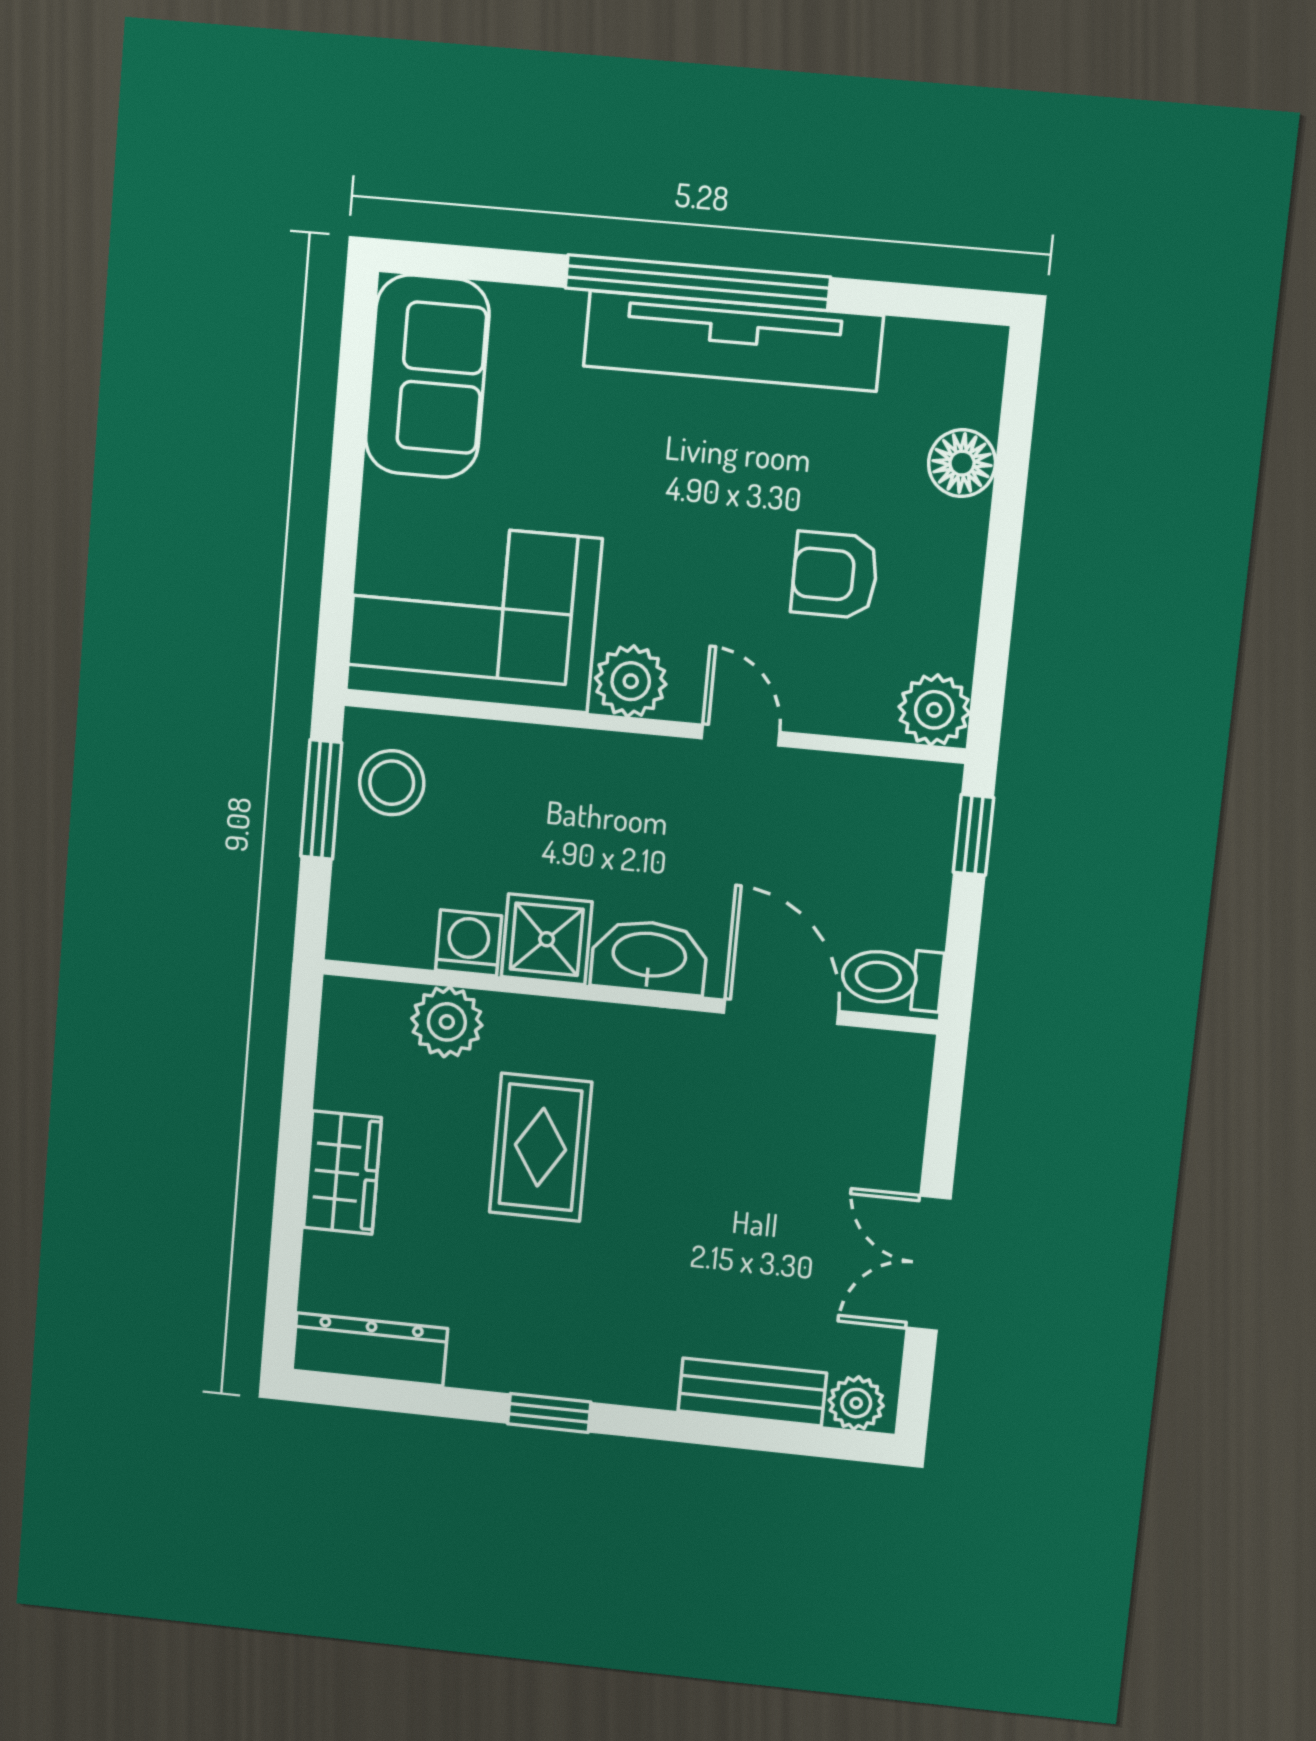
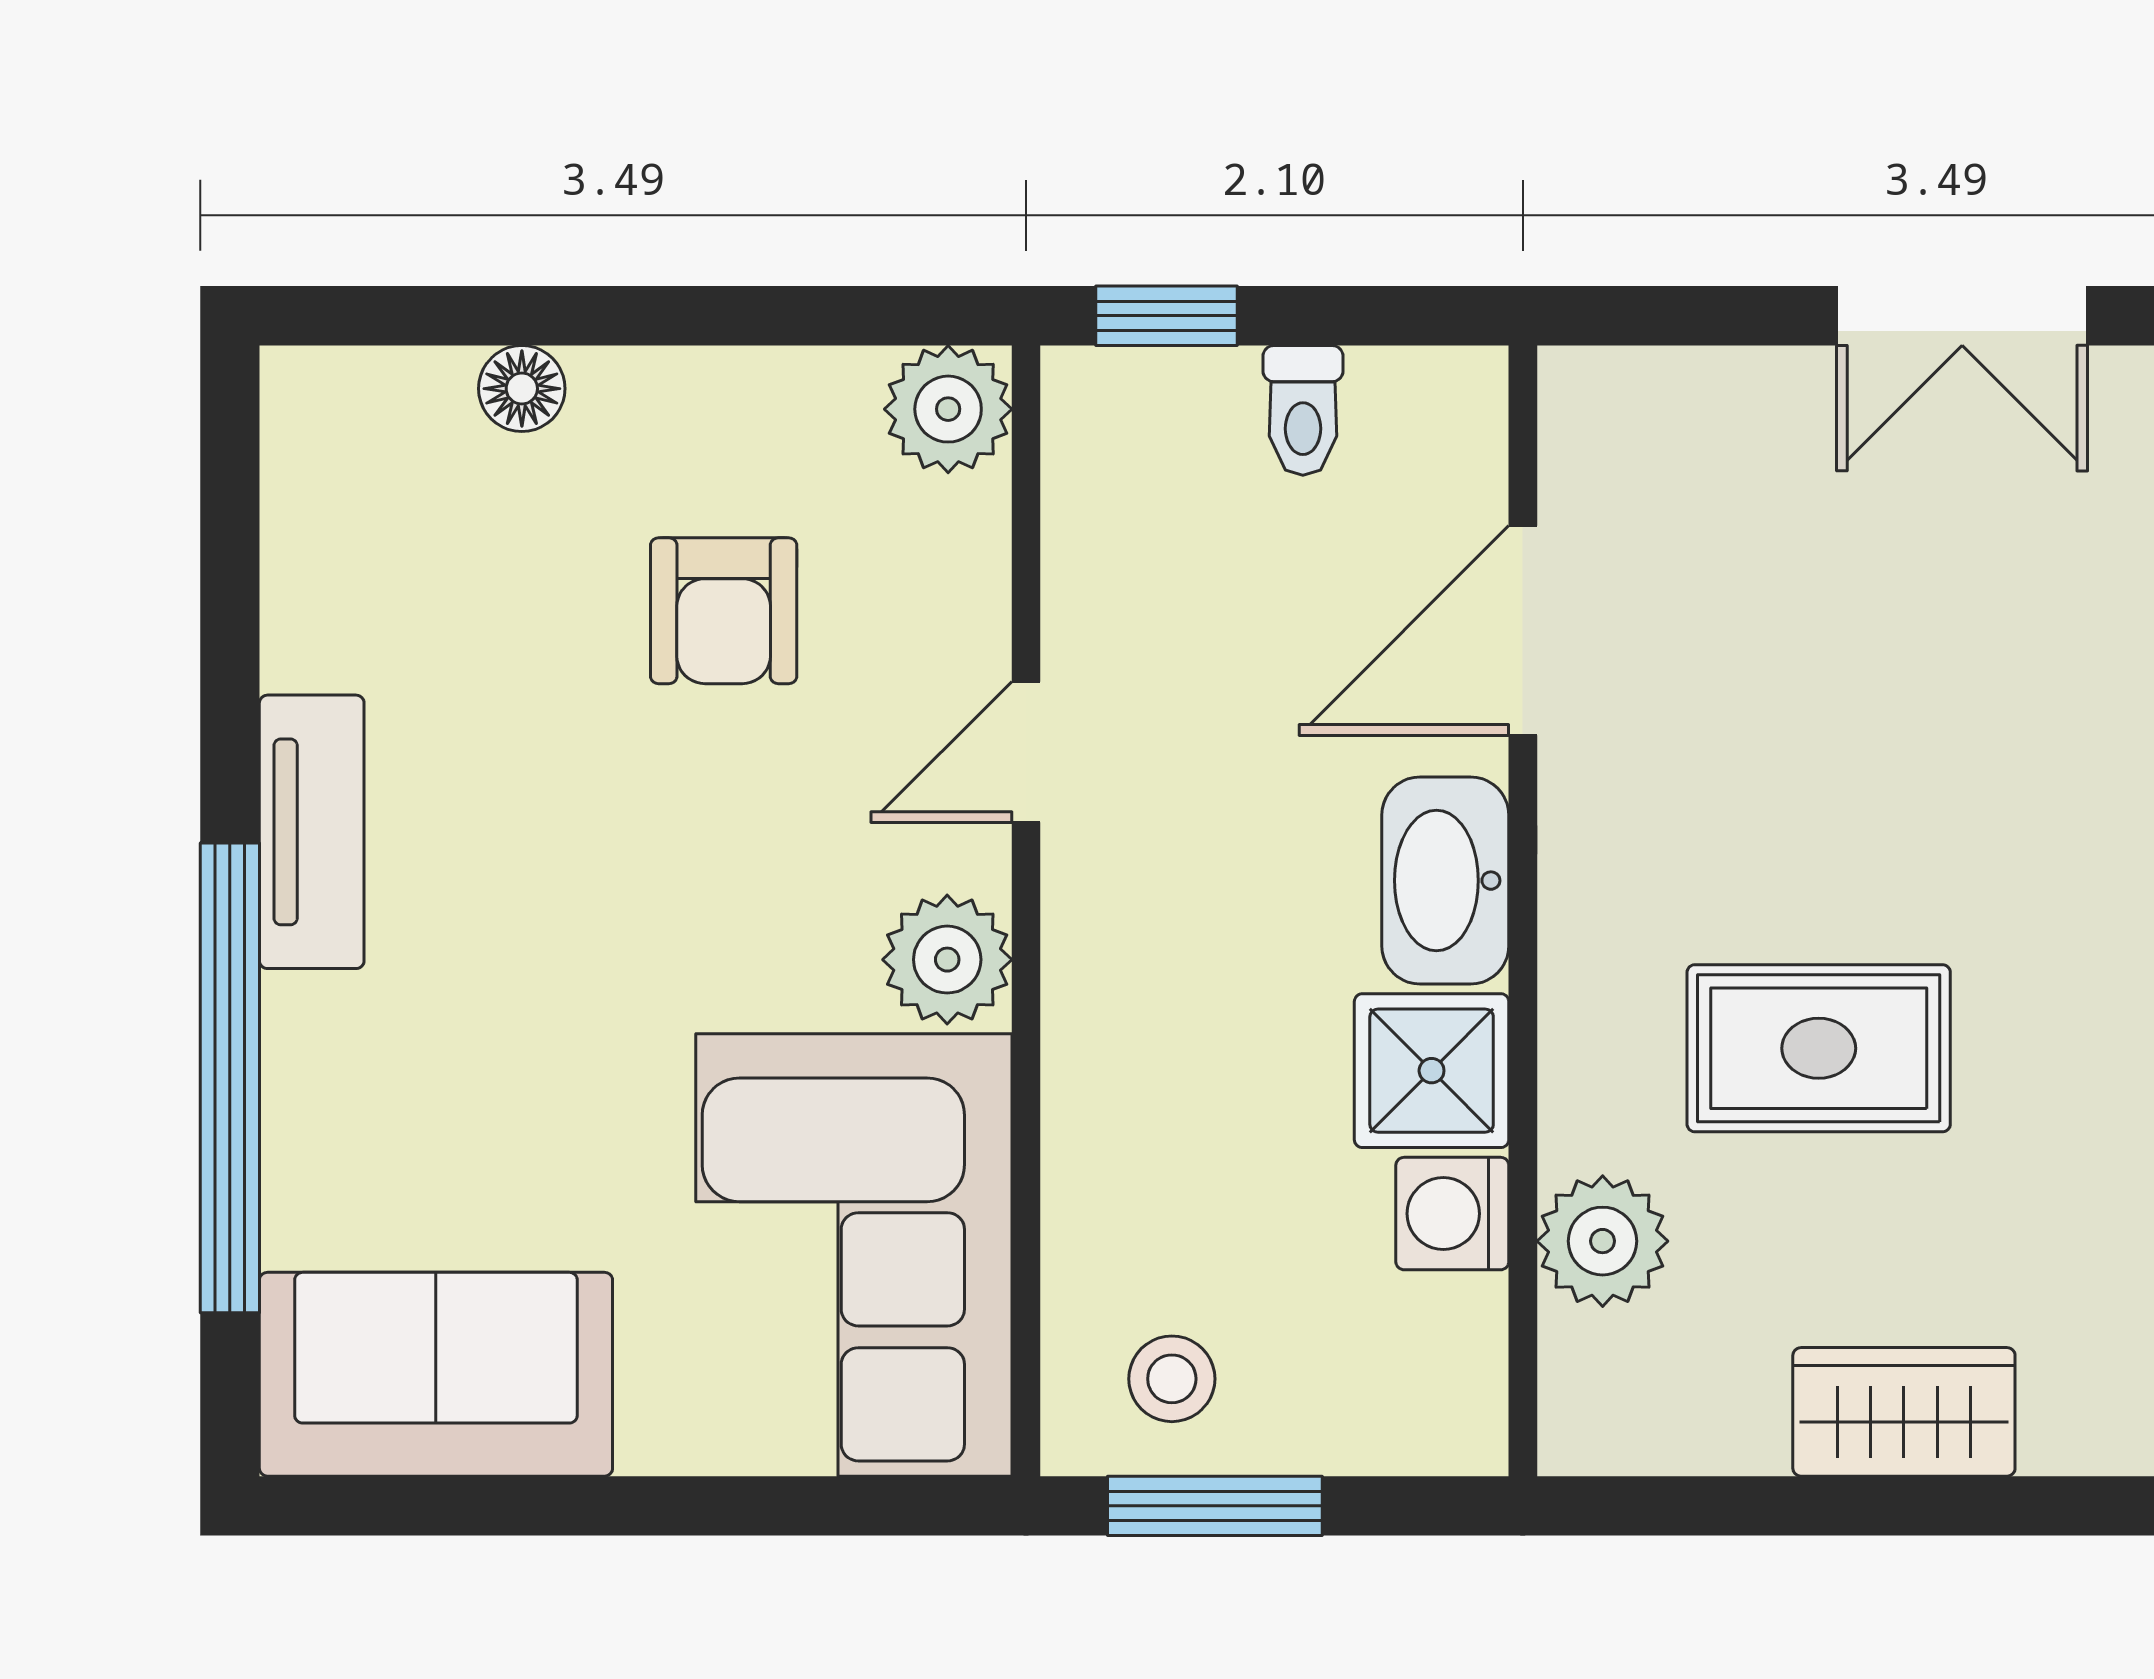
window: (698, 283) -> (230, 1078), moved
tv unit: (733, 341) -> (312, 832), width x0.52, depth x0.78
floor lamp: (962, 463) -> (522, 389), width x0.73, depth x0.73
stool: (392, 783) -> (1172, 1379), width x0.73, depth x0.73
toilet: (892, 978) -> (1303, 410), moved, width x0.73, depth x0.72

